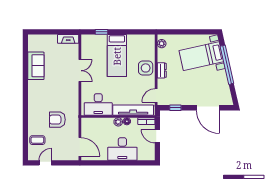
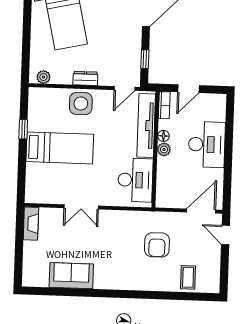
window: (101, 32) -> (23, 129), moved
double door: (80, 71) -> (81, 207), swing flipped
door: (156, 95) -> (124, 88), hinge flipped
door: (45, 163) -> (225, 235), moved

